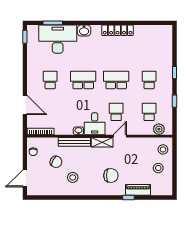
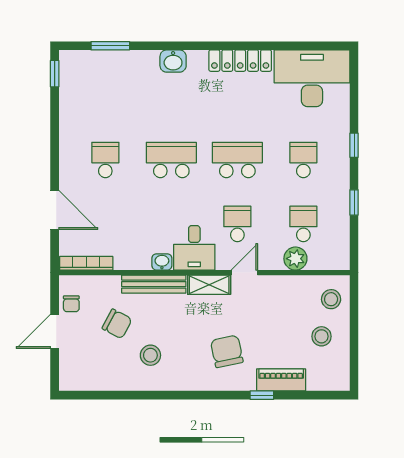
desk: (58, 39) -> (312, 78), moved
plant: (159, 129) -> (295, 259), moved
chair: (111, 176) -> (227, 351), turned -102
door: (25, 178) -> (55, 331), moved

